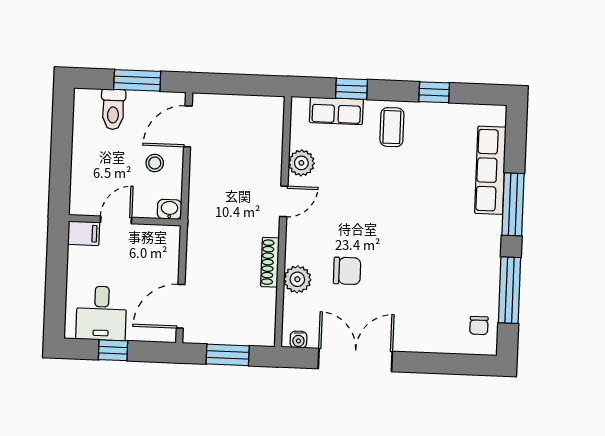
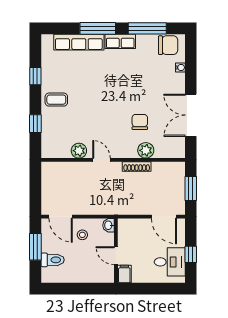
row of seats: (336, 111) -> (120, 41), moved, turned 90
chair: (479, 325) -> (168, 45), width x1.87, depth x1.87
water cooler: (298, 340) -> (180, 67), moved

